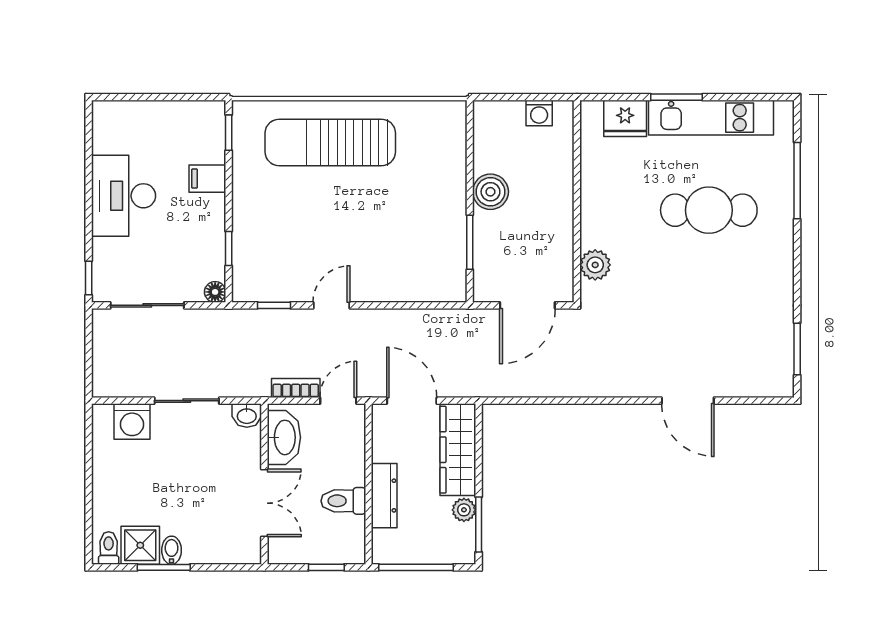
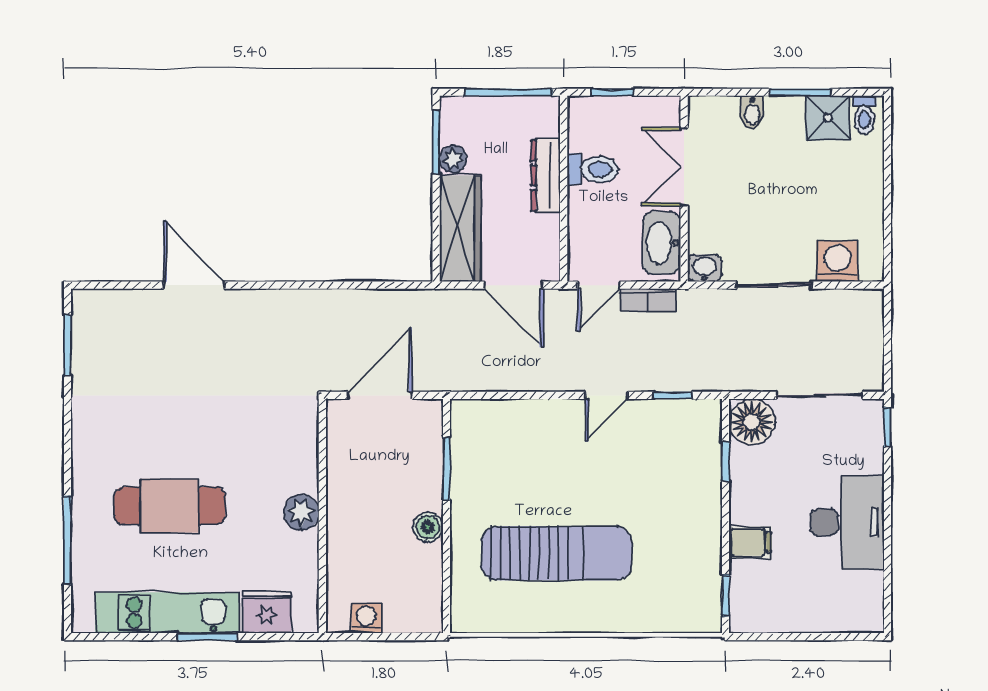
sun lounger: (330, 142) -> (557, 553), moved
boiler: (490, 192) -> (428, 527), width x0.73, depth x0.73
plant: (595, 265) -> (301, 513), moved
floor lamp: (215, 292) -> (752, 422), width x1.89, depth x1.89
bidet: (172, 550) -> (752, 112), moved

